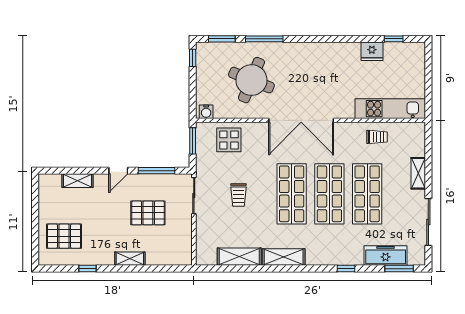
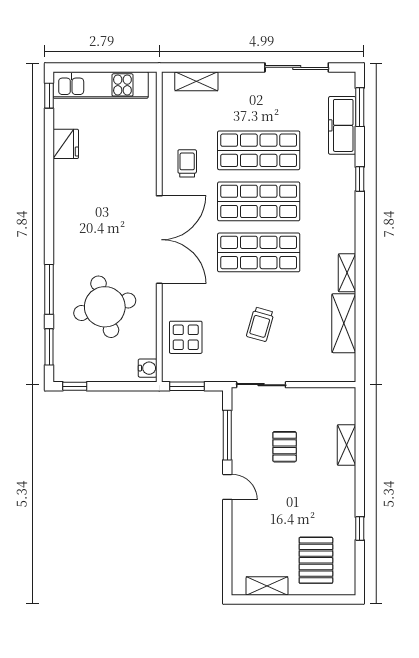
window: (394, 39) -> (49, 96), moved
round table: (251, 80) -> (105, 307), turned -37
kitchen unit: (390, 109) -> (101, 85), moved, turned -90
trolley: (377, 137) -> (187, 163), moved
shelving: (418, 173) -> (196, 81), moved
shelving: (78, 181) -> (267, 586), moved, turned 90
trolley: (238, 195) -> (260, 324), turned 106
pallet: (148, 213) -> (285, 447), width x0.67, depth x0.71
shelving: (284, 257) -> (347, 273), width x0.67, depth x0.75
shelving: (130, 259) -> (346, 445), moved

